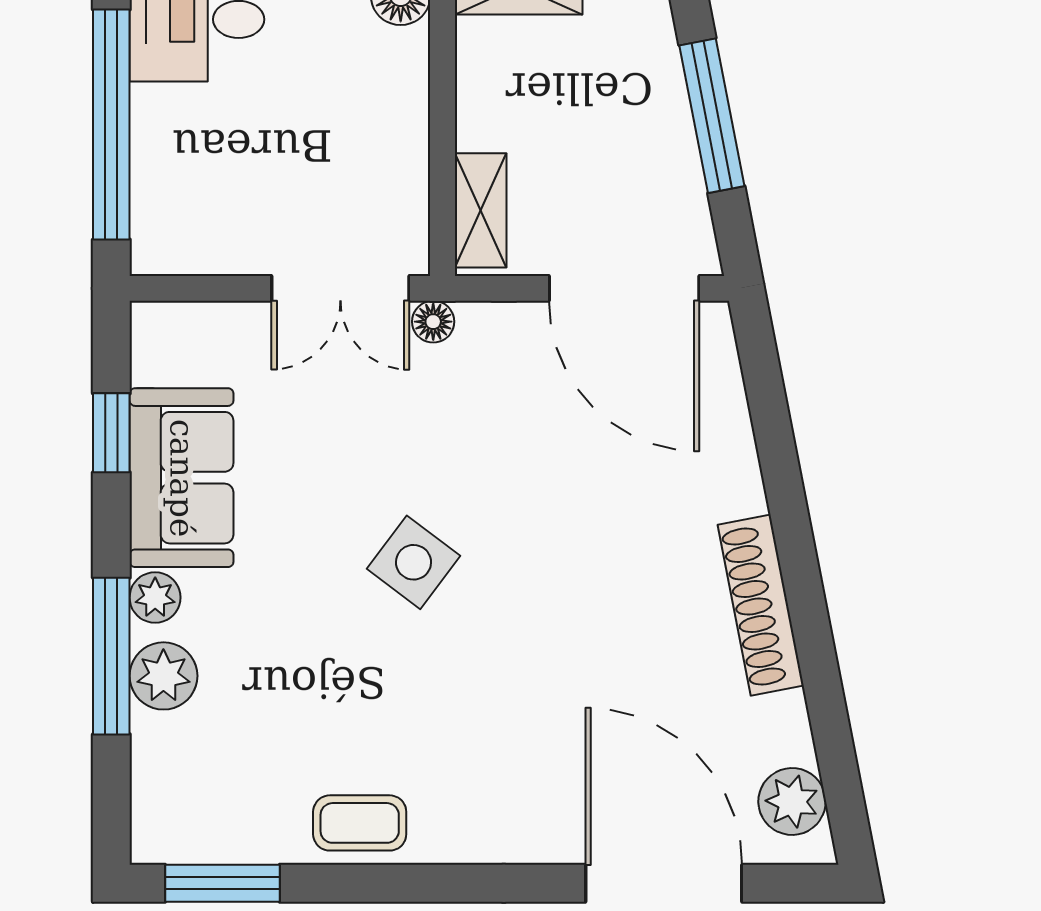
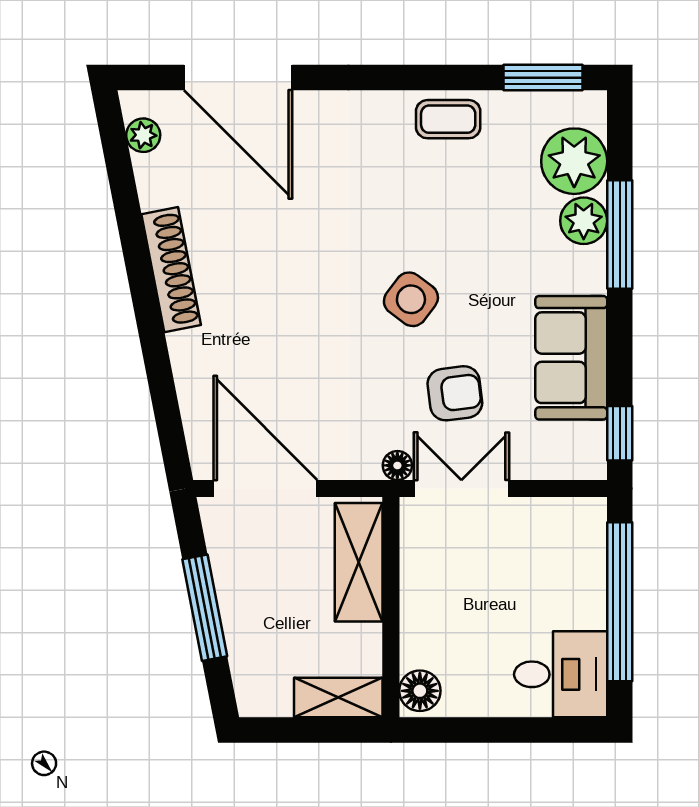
shelving: (481, 210) -> (359, 562), width x1.50, depth x1.33
armchair: (350, 426) -> (455, 393), added
window: (111, 433) -> (620, 433), moved
plant: (155, 597) -> (574, 161), moved, width x1.88, depth x1.88
plant: (792, 801) -> (143, 135), width x0.73, depth x0.73

